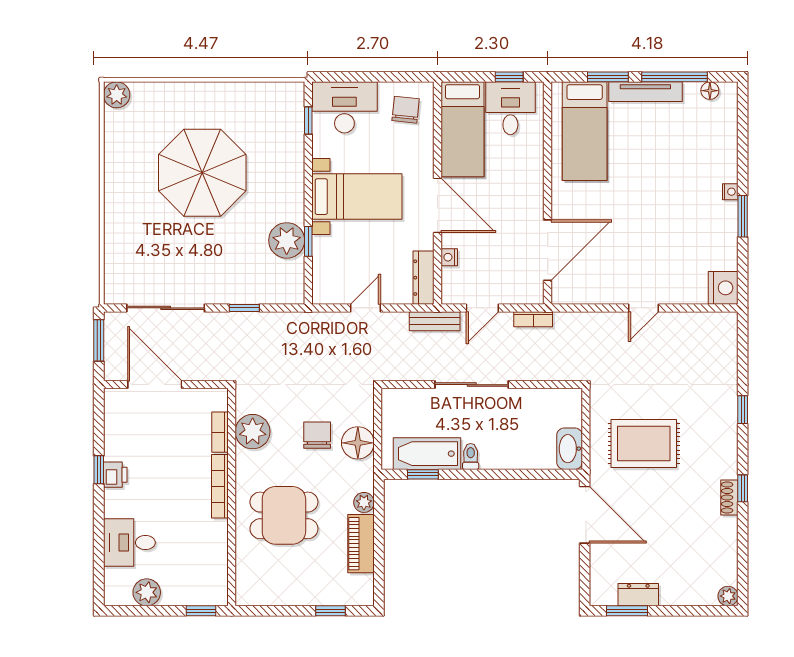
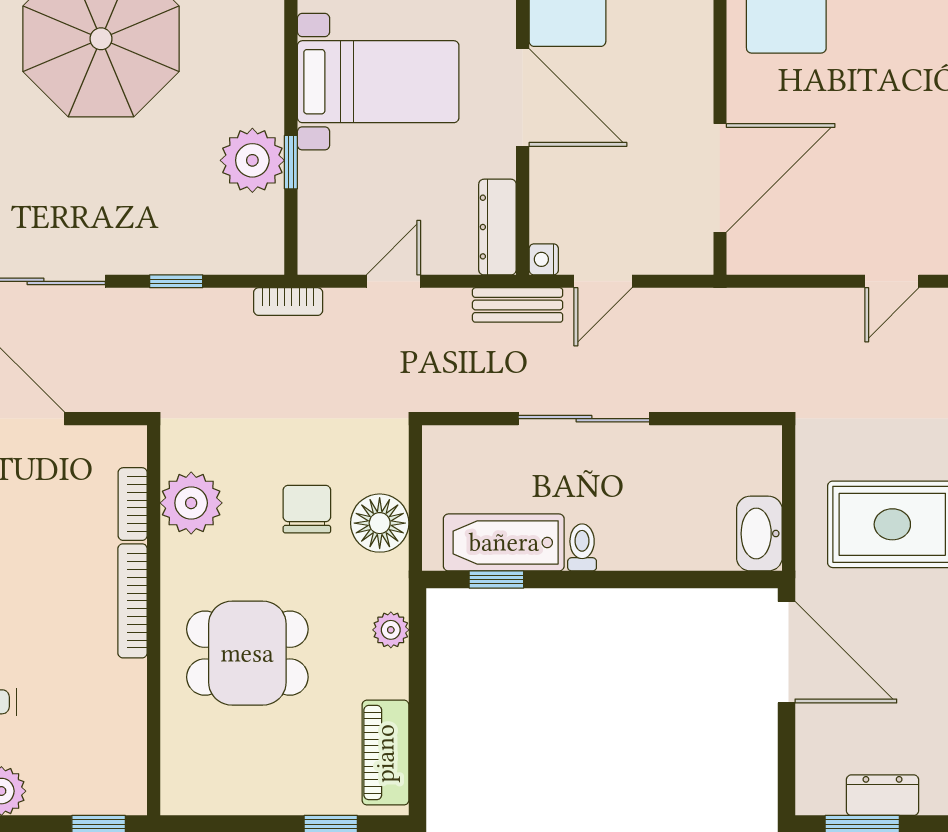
nightstand: (449, 257) -> (544, 259), moved
bookcase: (533, 319) -> (288, 302), moved
piano: (361, 544) -> (385, 753), moved

